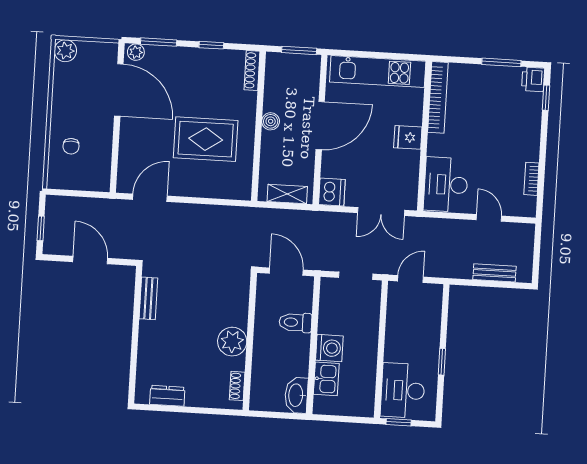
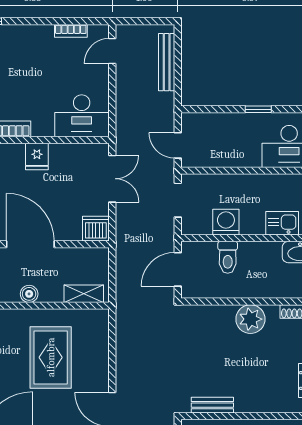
shelving: (287, 194) -> (84, 294), moved, turned 90
door: (489, 218) -> (112, 51), moved
bench: (495, 273) -> (167, 62), width x1.36
washing machine: (329, 348) -> (226, 222), moved

